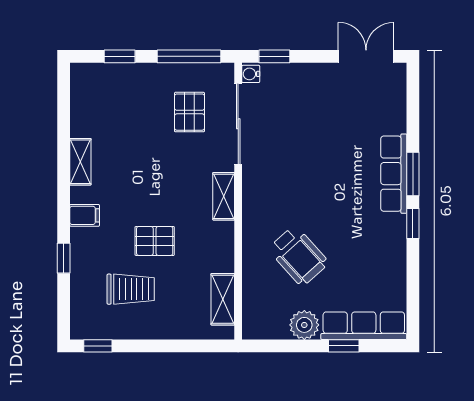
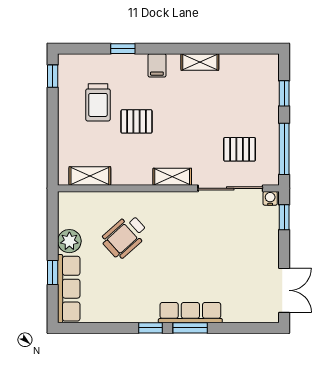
pallet: (155, 241) -> (137, 121), turned 90

